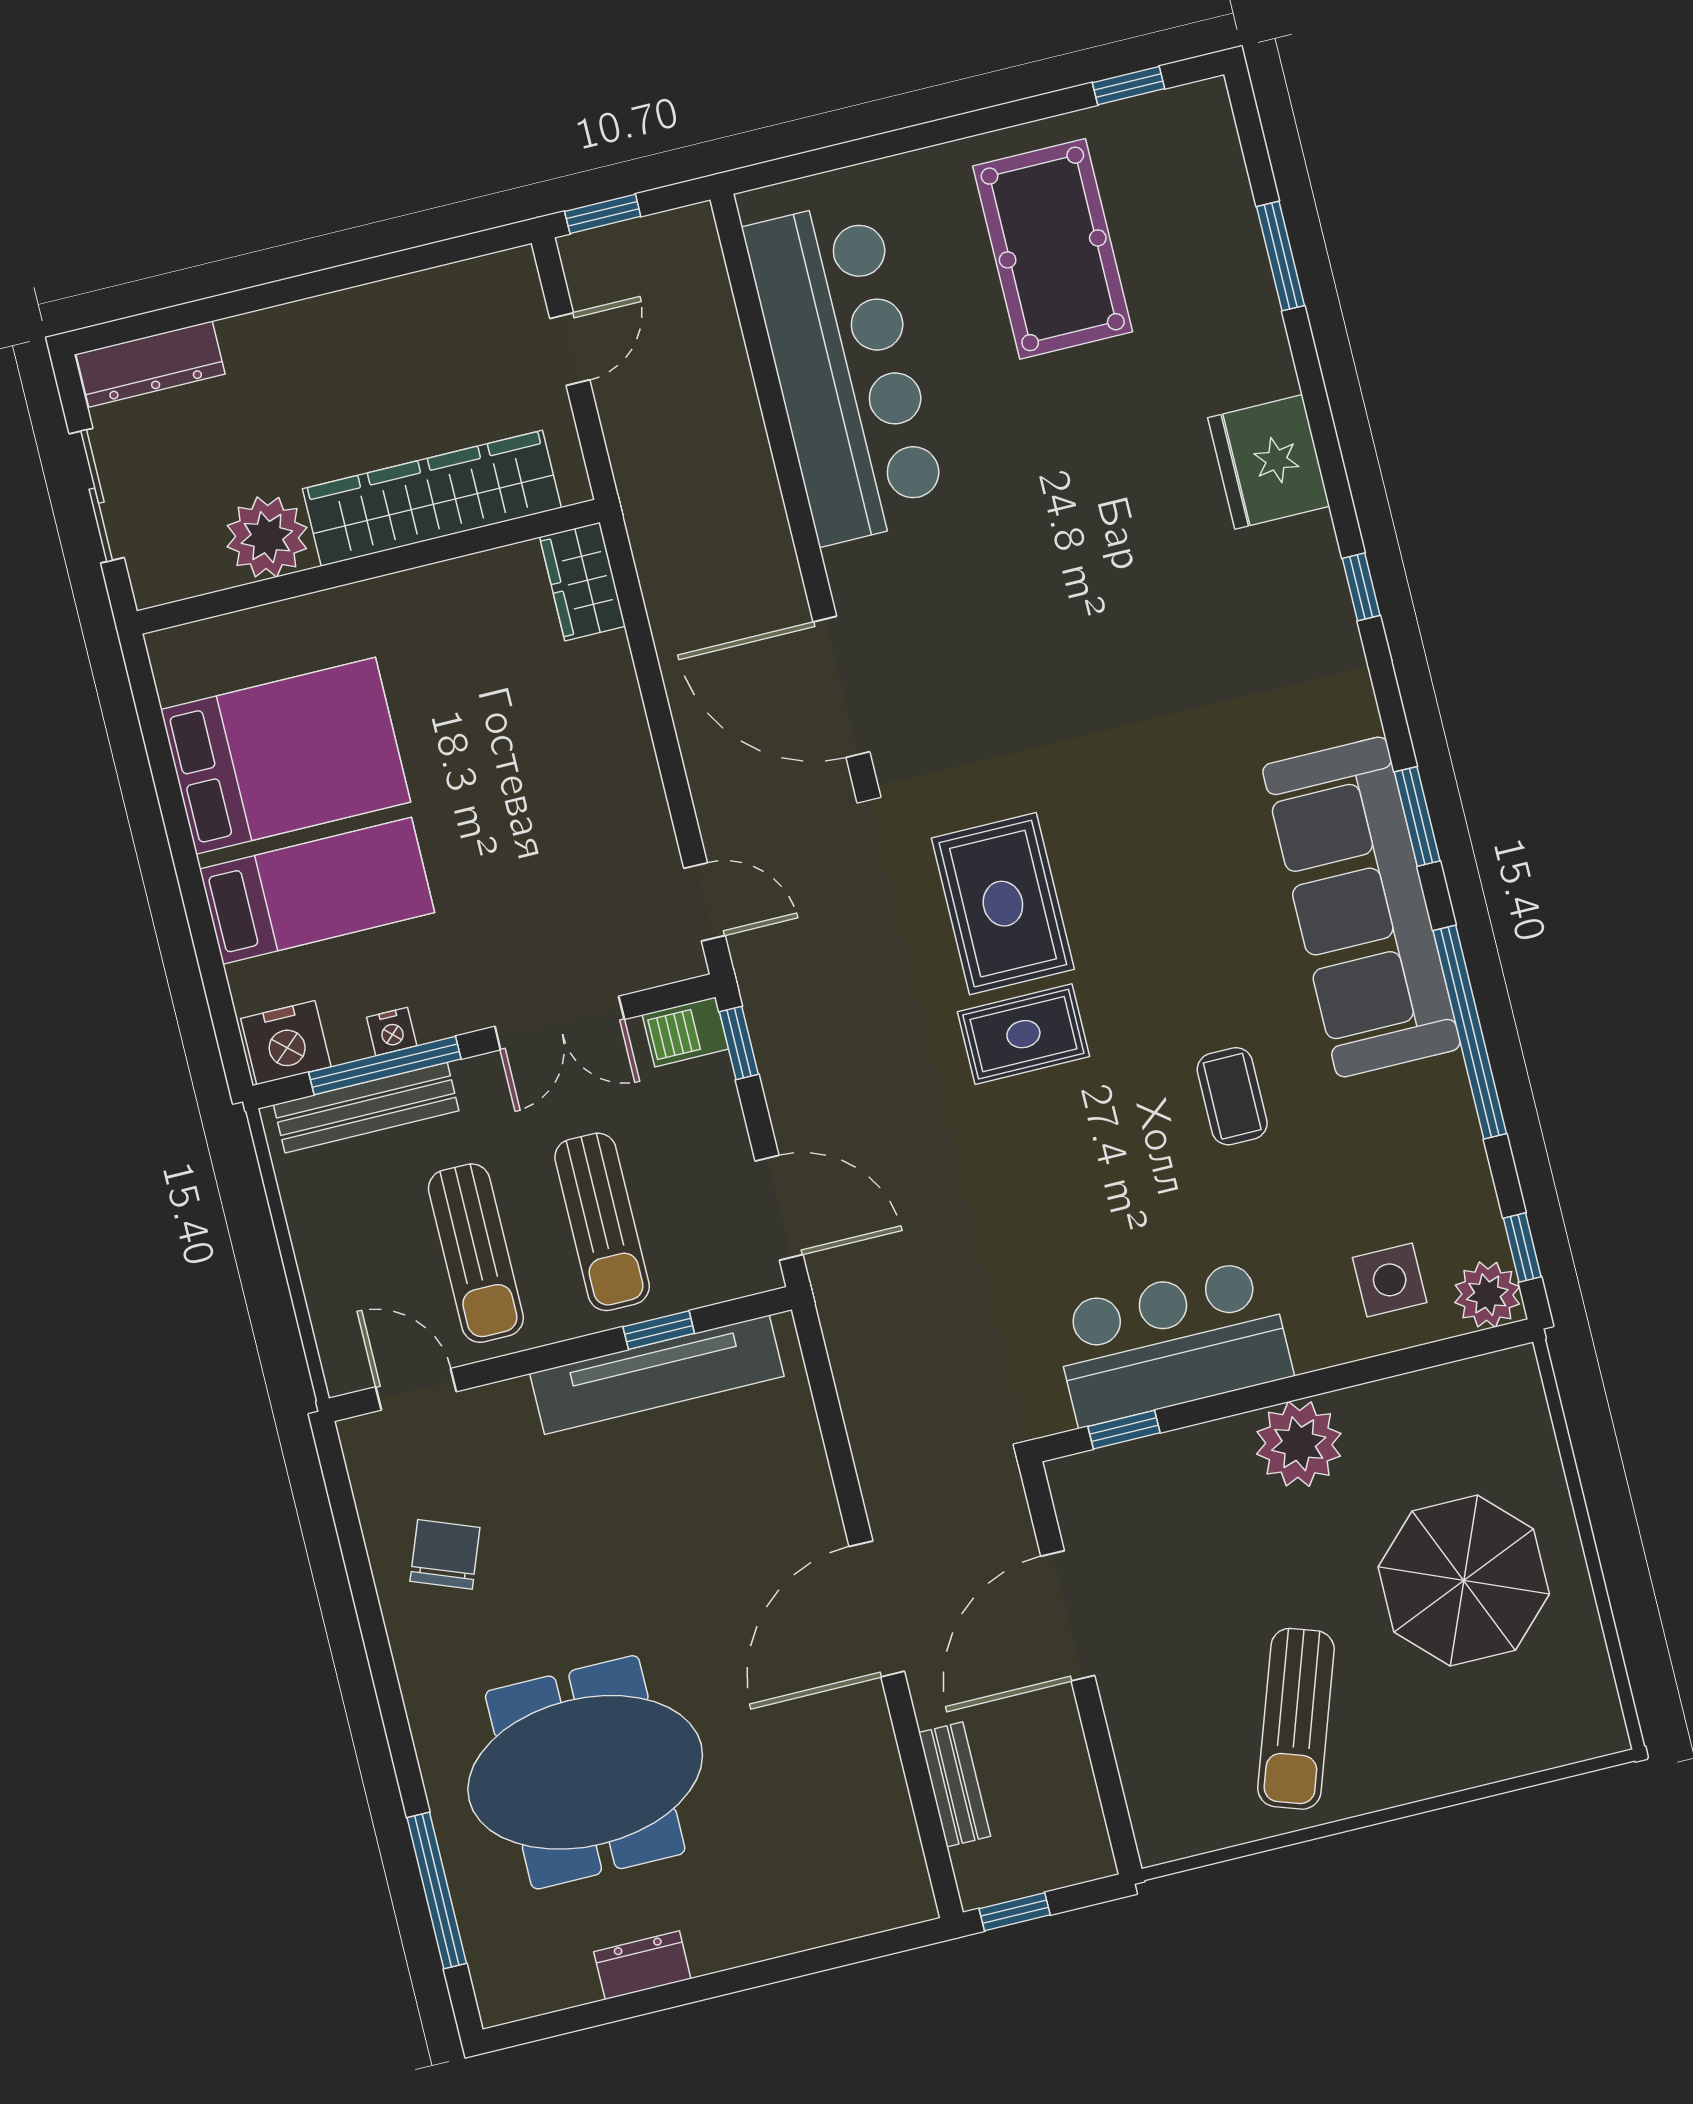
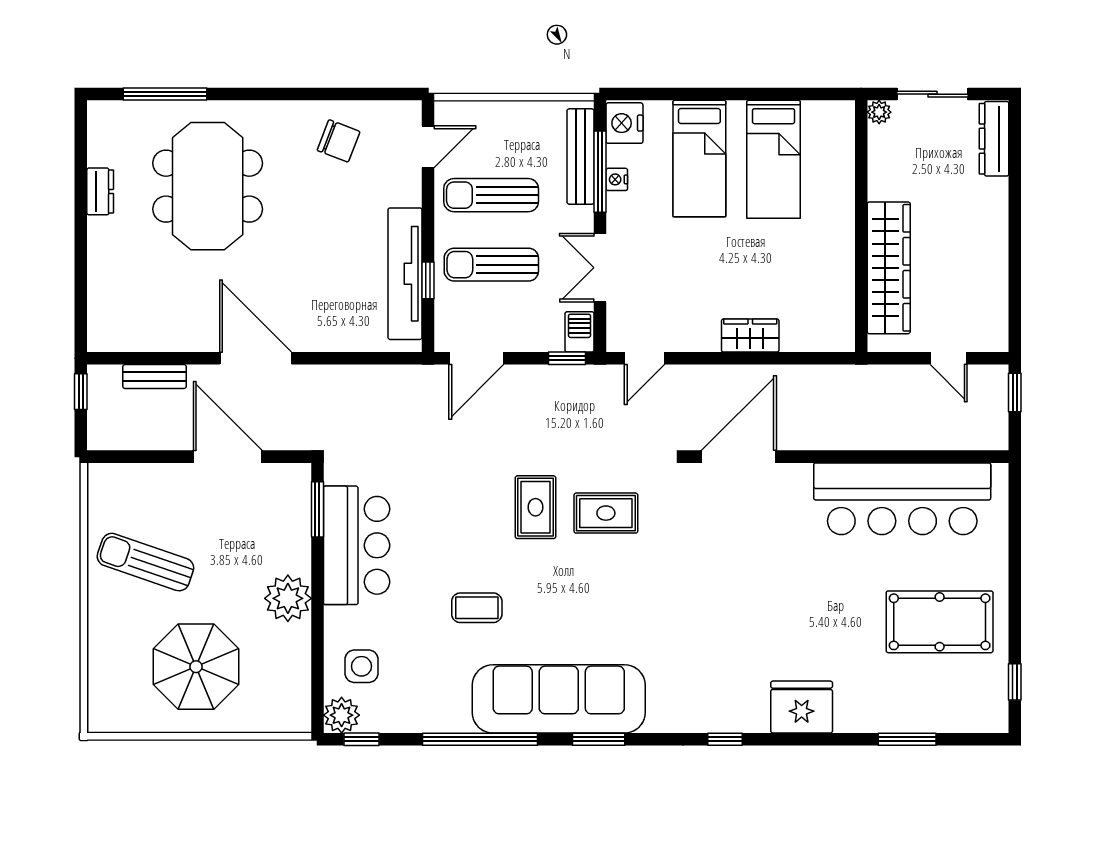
plant: (267, 537) -> (879, 112), moved, width x0.53, depth x0.53
wardrobe: (583, 582) -> (750, 336), moved
bed: (286, 756) -> (773, 159), width x0.67
rug: (1003, 904) -> (606, 513), width x0.73, depth x0.70
window: (1124, 1430) -> (317, 509), width x1.50

